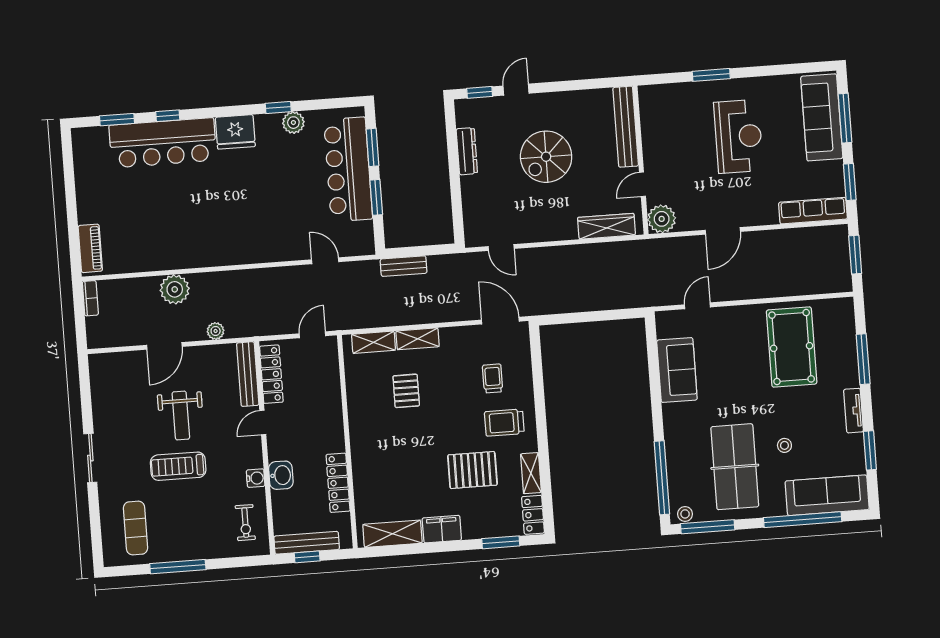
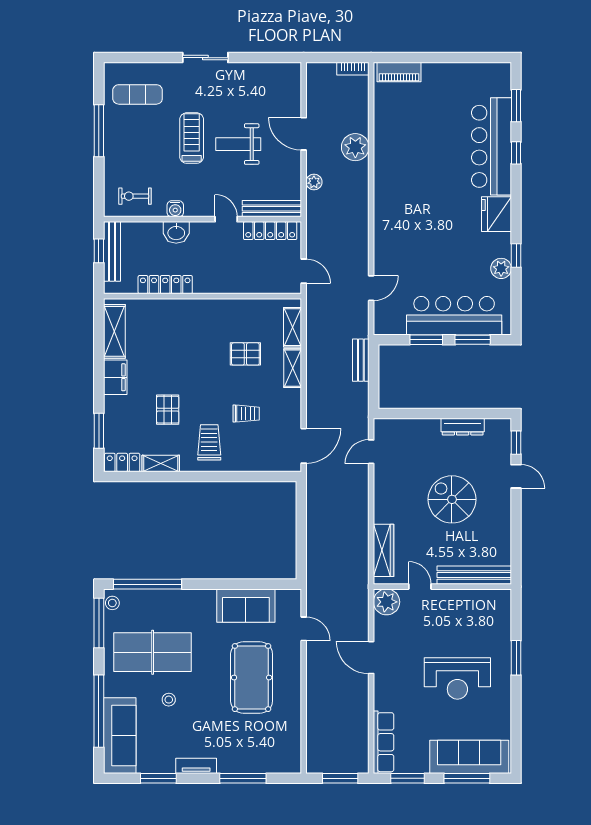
pool table: (792, 347) -> (252, 678), moved, turned 90
trolley: (493, 378) -> (246, 414), moved
pallet: (472, 470) -> (168, 410), width x0.67, depth x0.71

